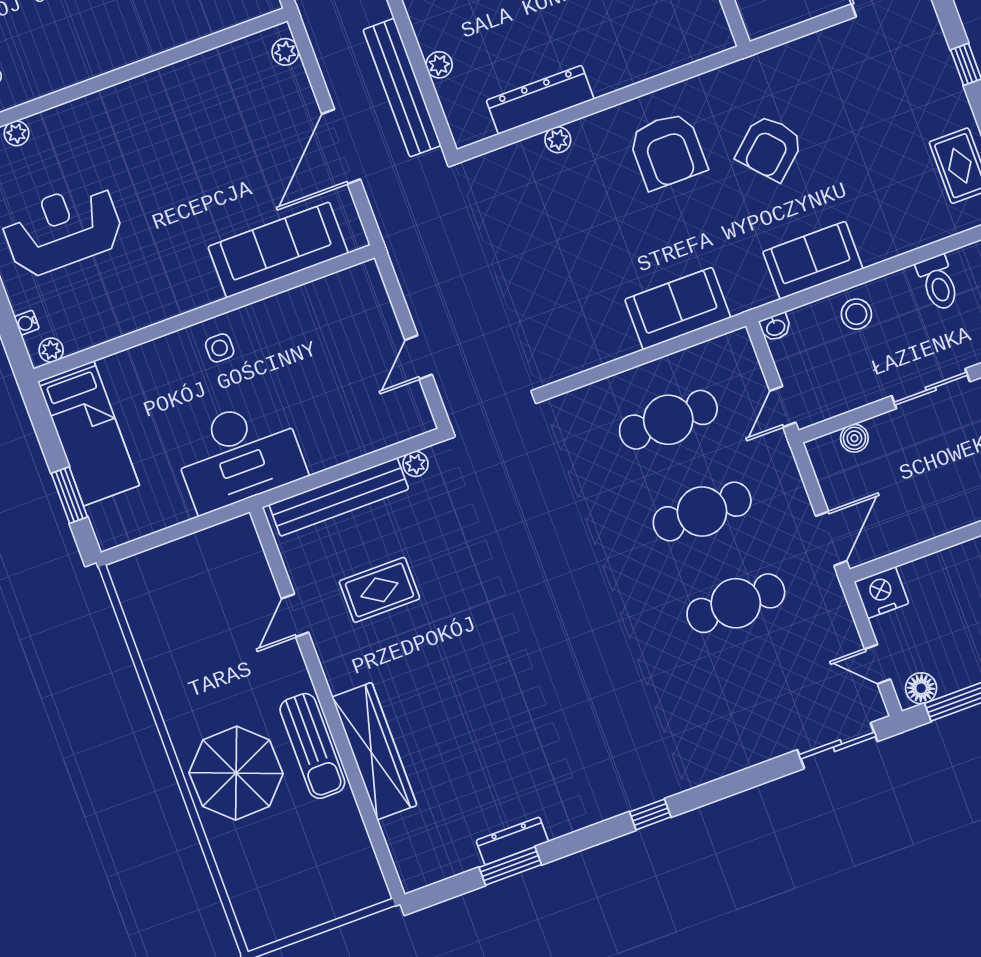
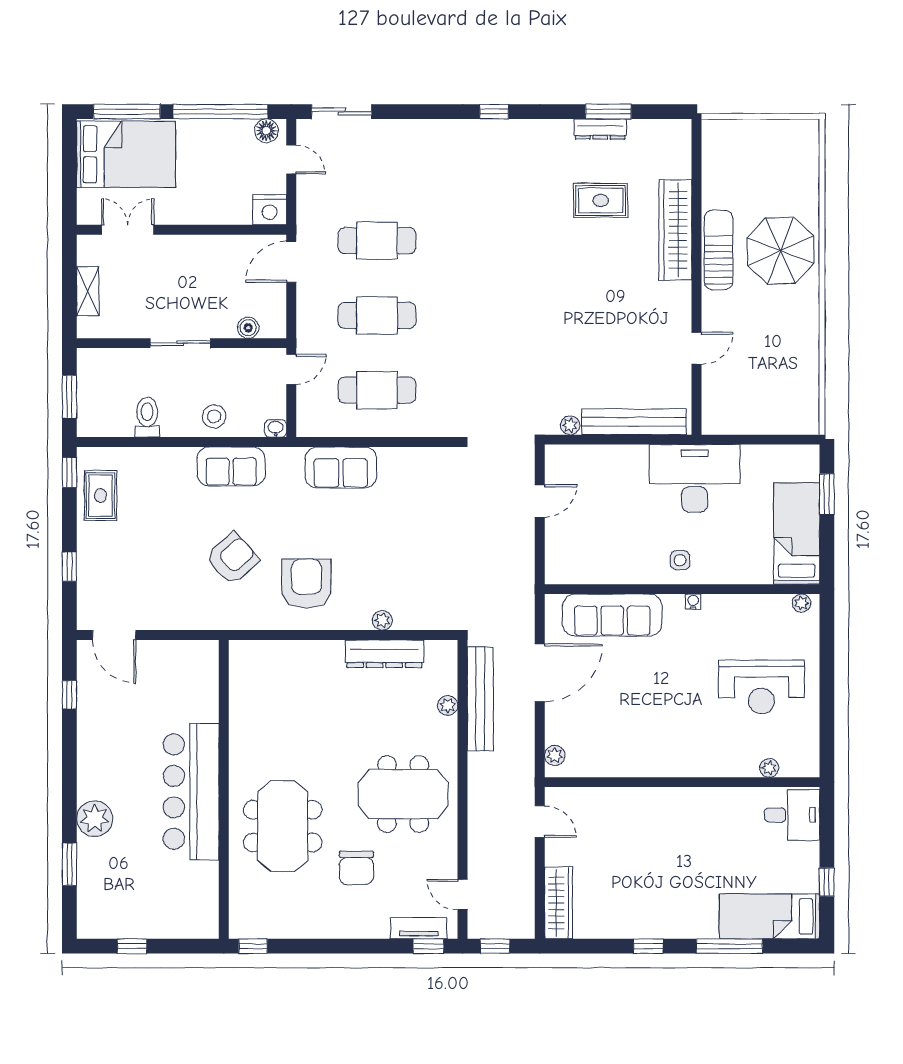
water cooler: (27, 323) -> (693, 602), moved, turned -90
rug: (379, 590) -> (601, 200), moved

